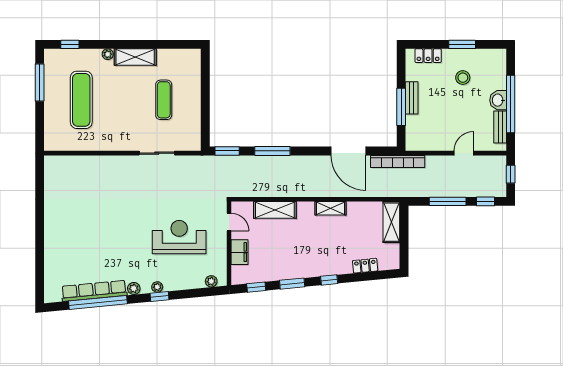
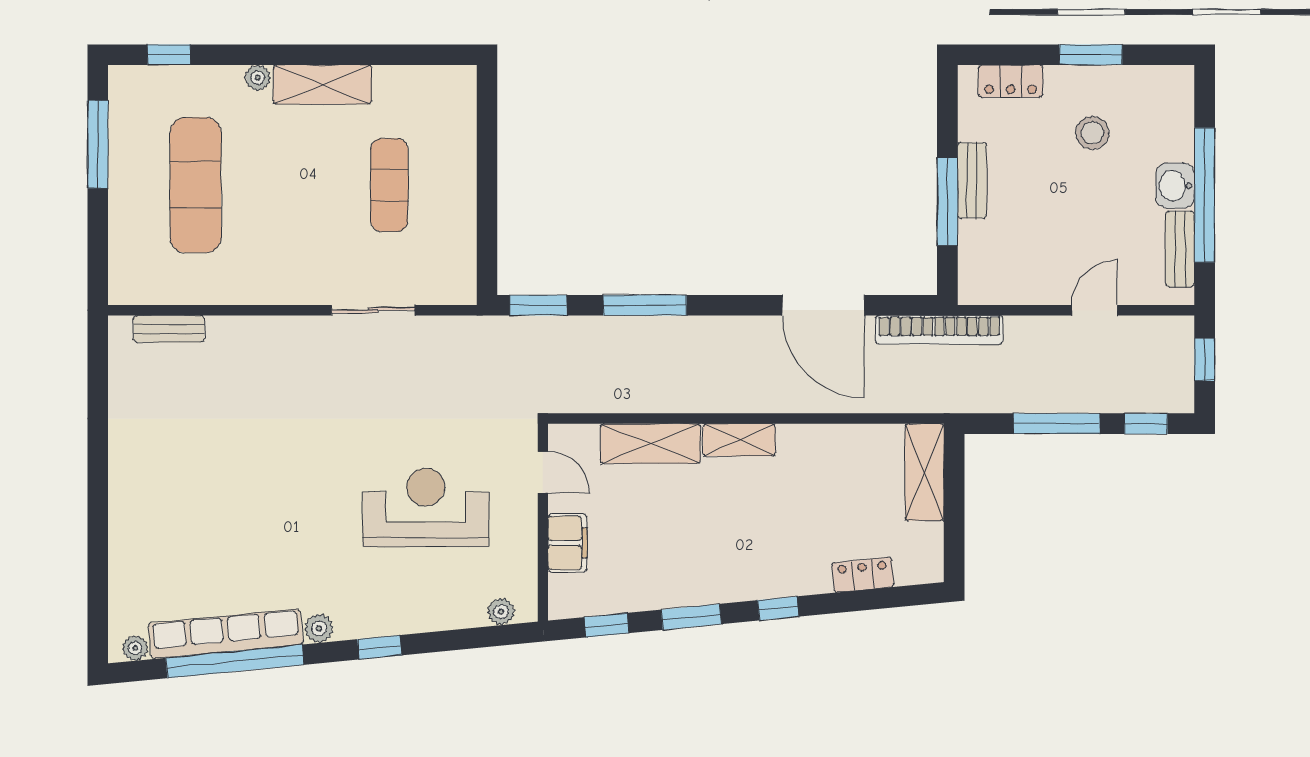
bench: (70, 161) -> (169, 329), added
shelving: (330, 208) -> (739, 440), moved
plant: (157, 287) -> (135, 648), moved

